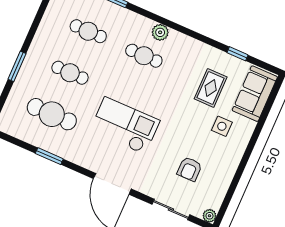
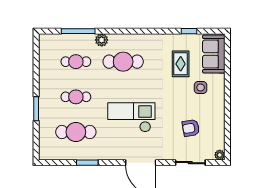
plant: (160, 32) -> (102, 40), moved
cafe table: (144, 56) -> (123, 62), width x1.37, depth x1.35
armchair: (189, 169) -> (191, 128), turned 80

